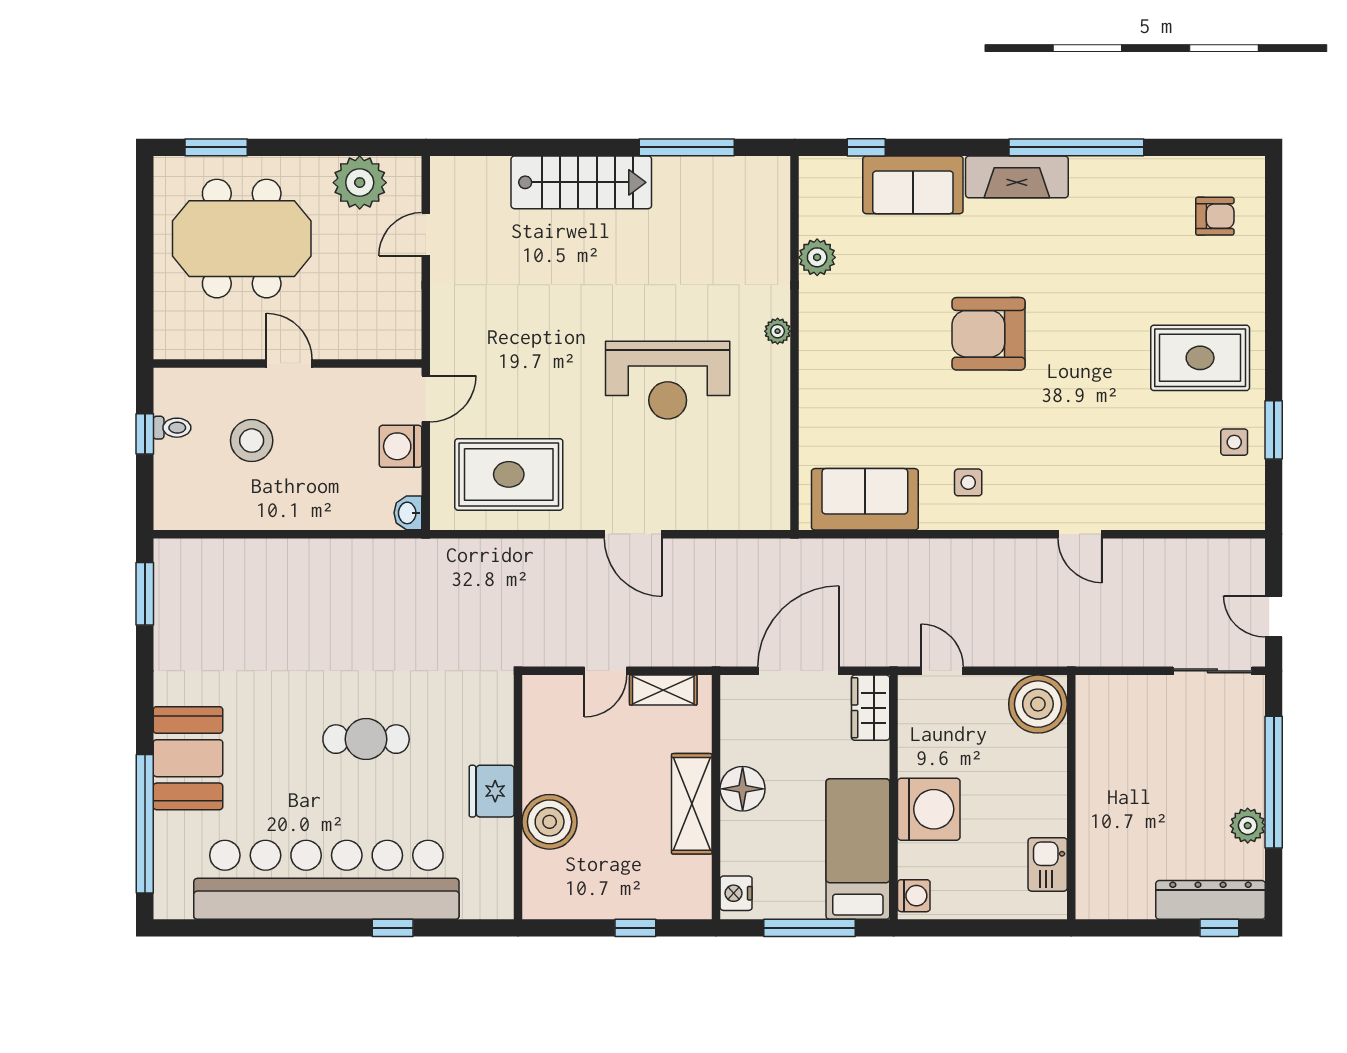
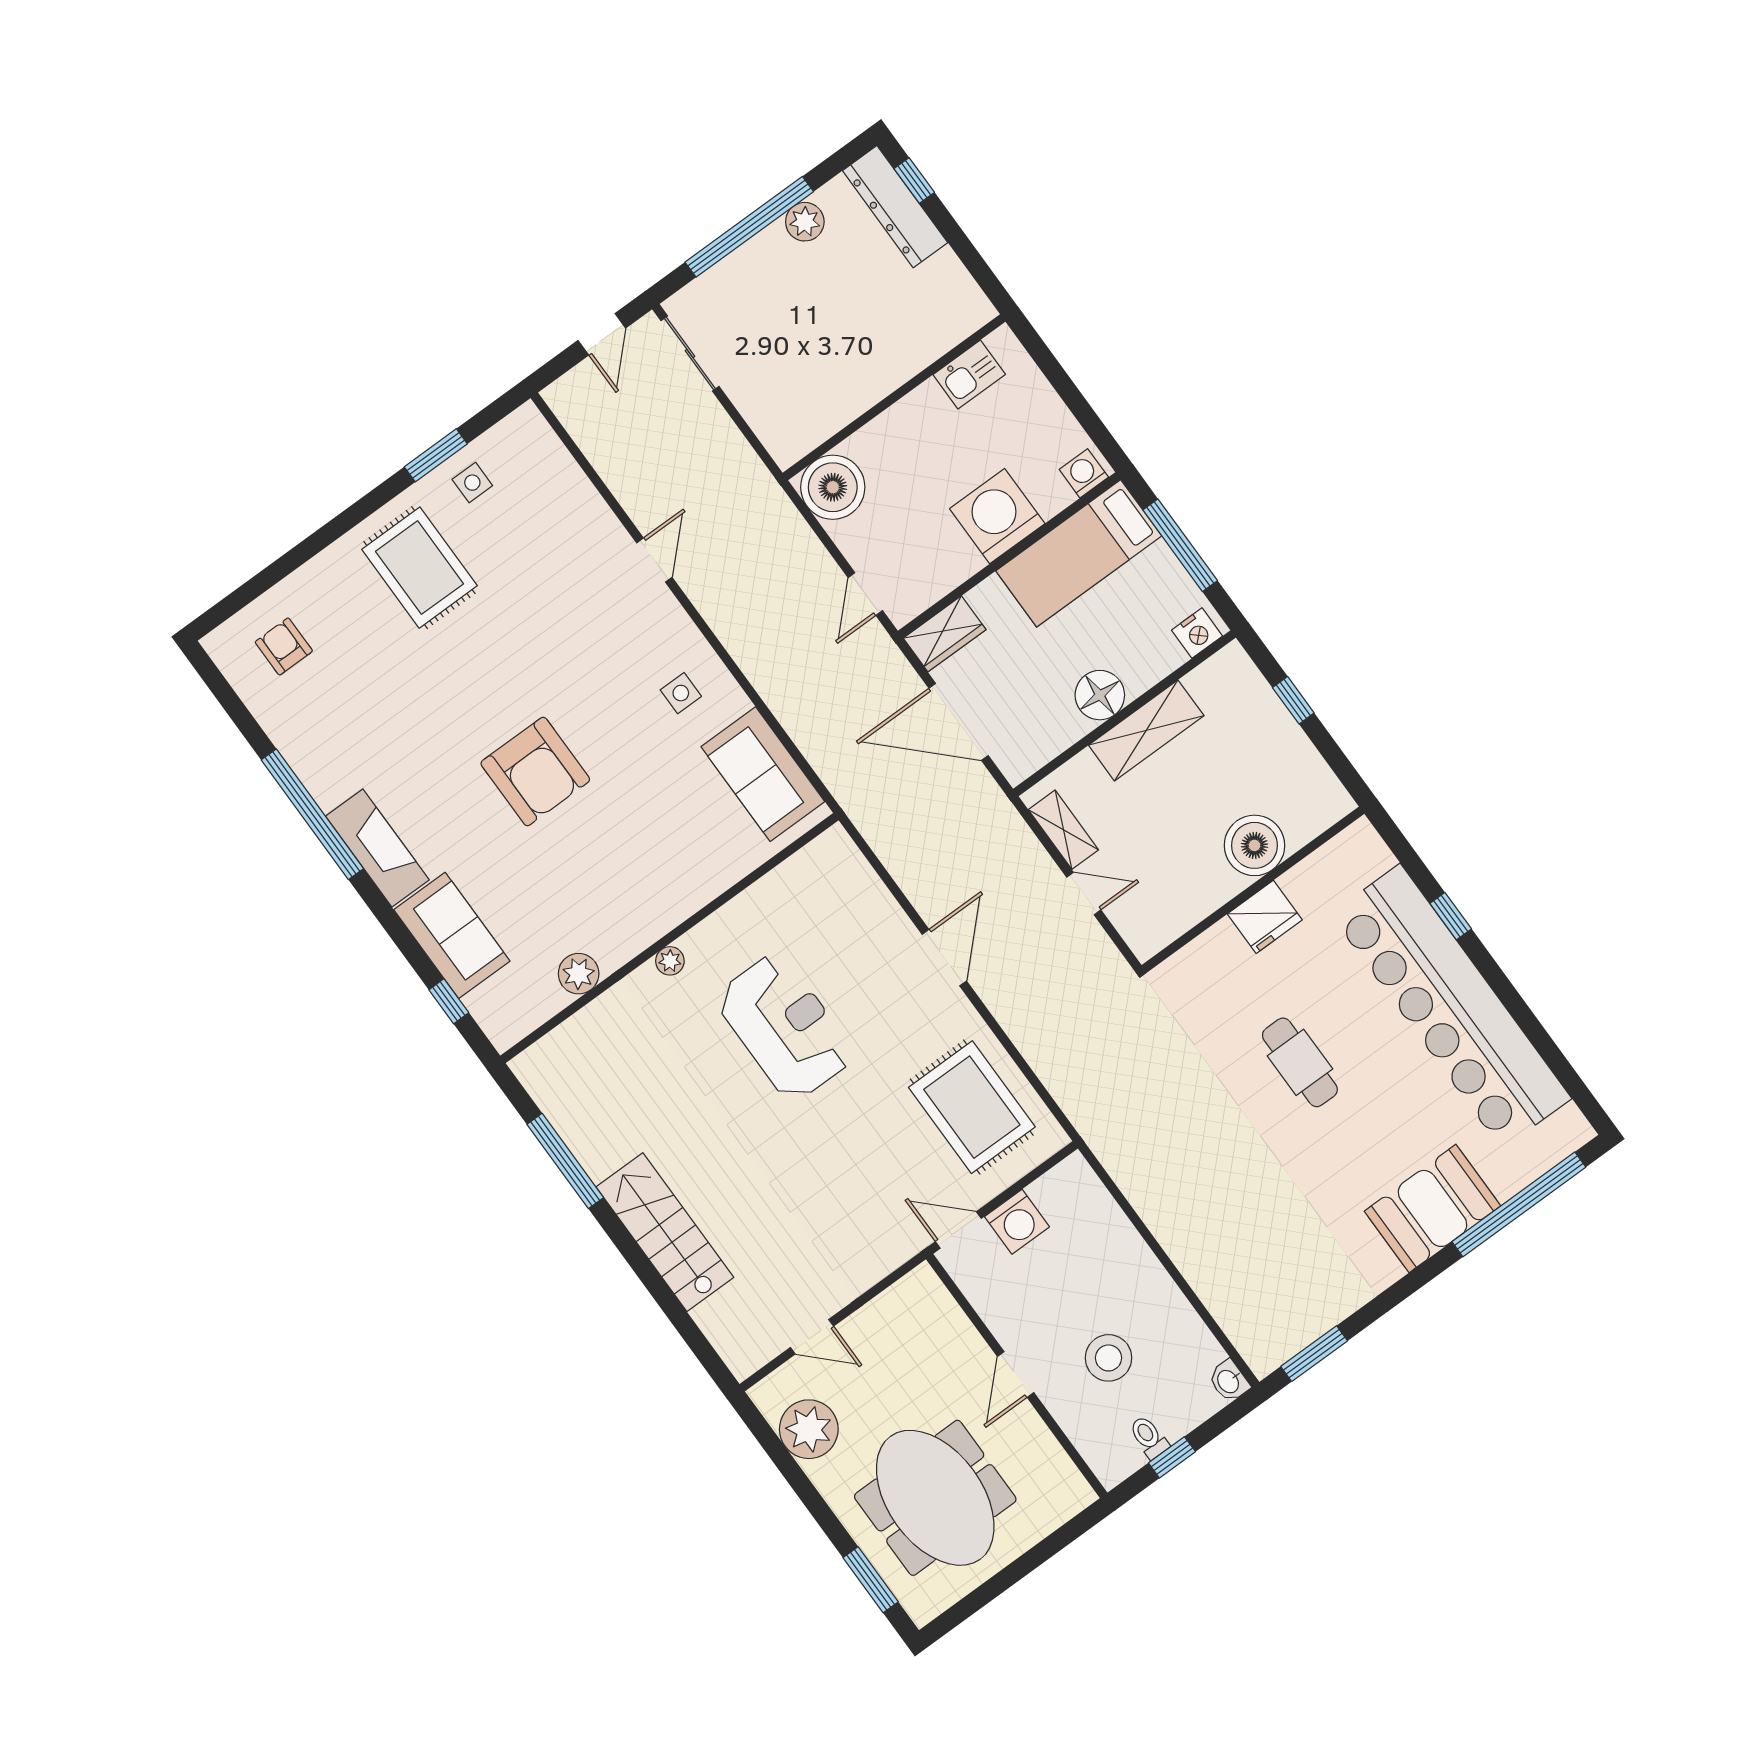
washbasin: (408, 513) -> (1229, 1381), moved, turned 90

